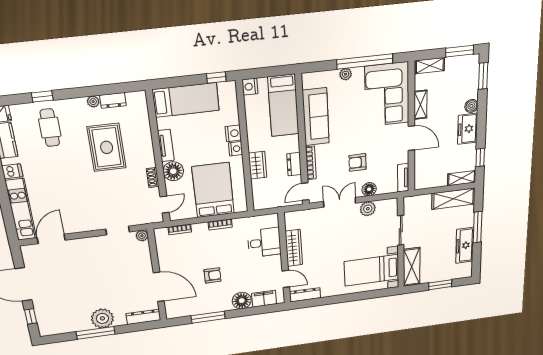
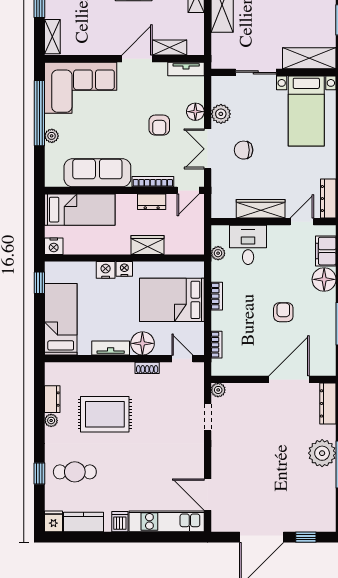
shelving: (421, 105) -> (170, 47), moved
door: (305, 192) -> (188, 190), hinge flipped
plant: (256, 221) -> (218, 253), added
chair: (340, 229) -> (244, 150), added

